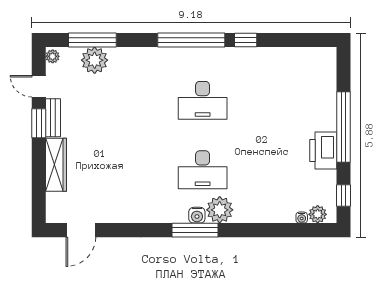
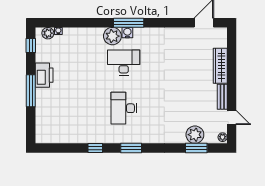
window: (92, 40) -> (196, 148), width x0.69
window: (191, 40) -> (131, 148), width x0.47
desk: (203, 100) -> (124, 108), turned -90
window: (39, 123) -> (232, 93), removed
window: (344, 127) -> (31, 91), width x0.68

